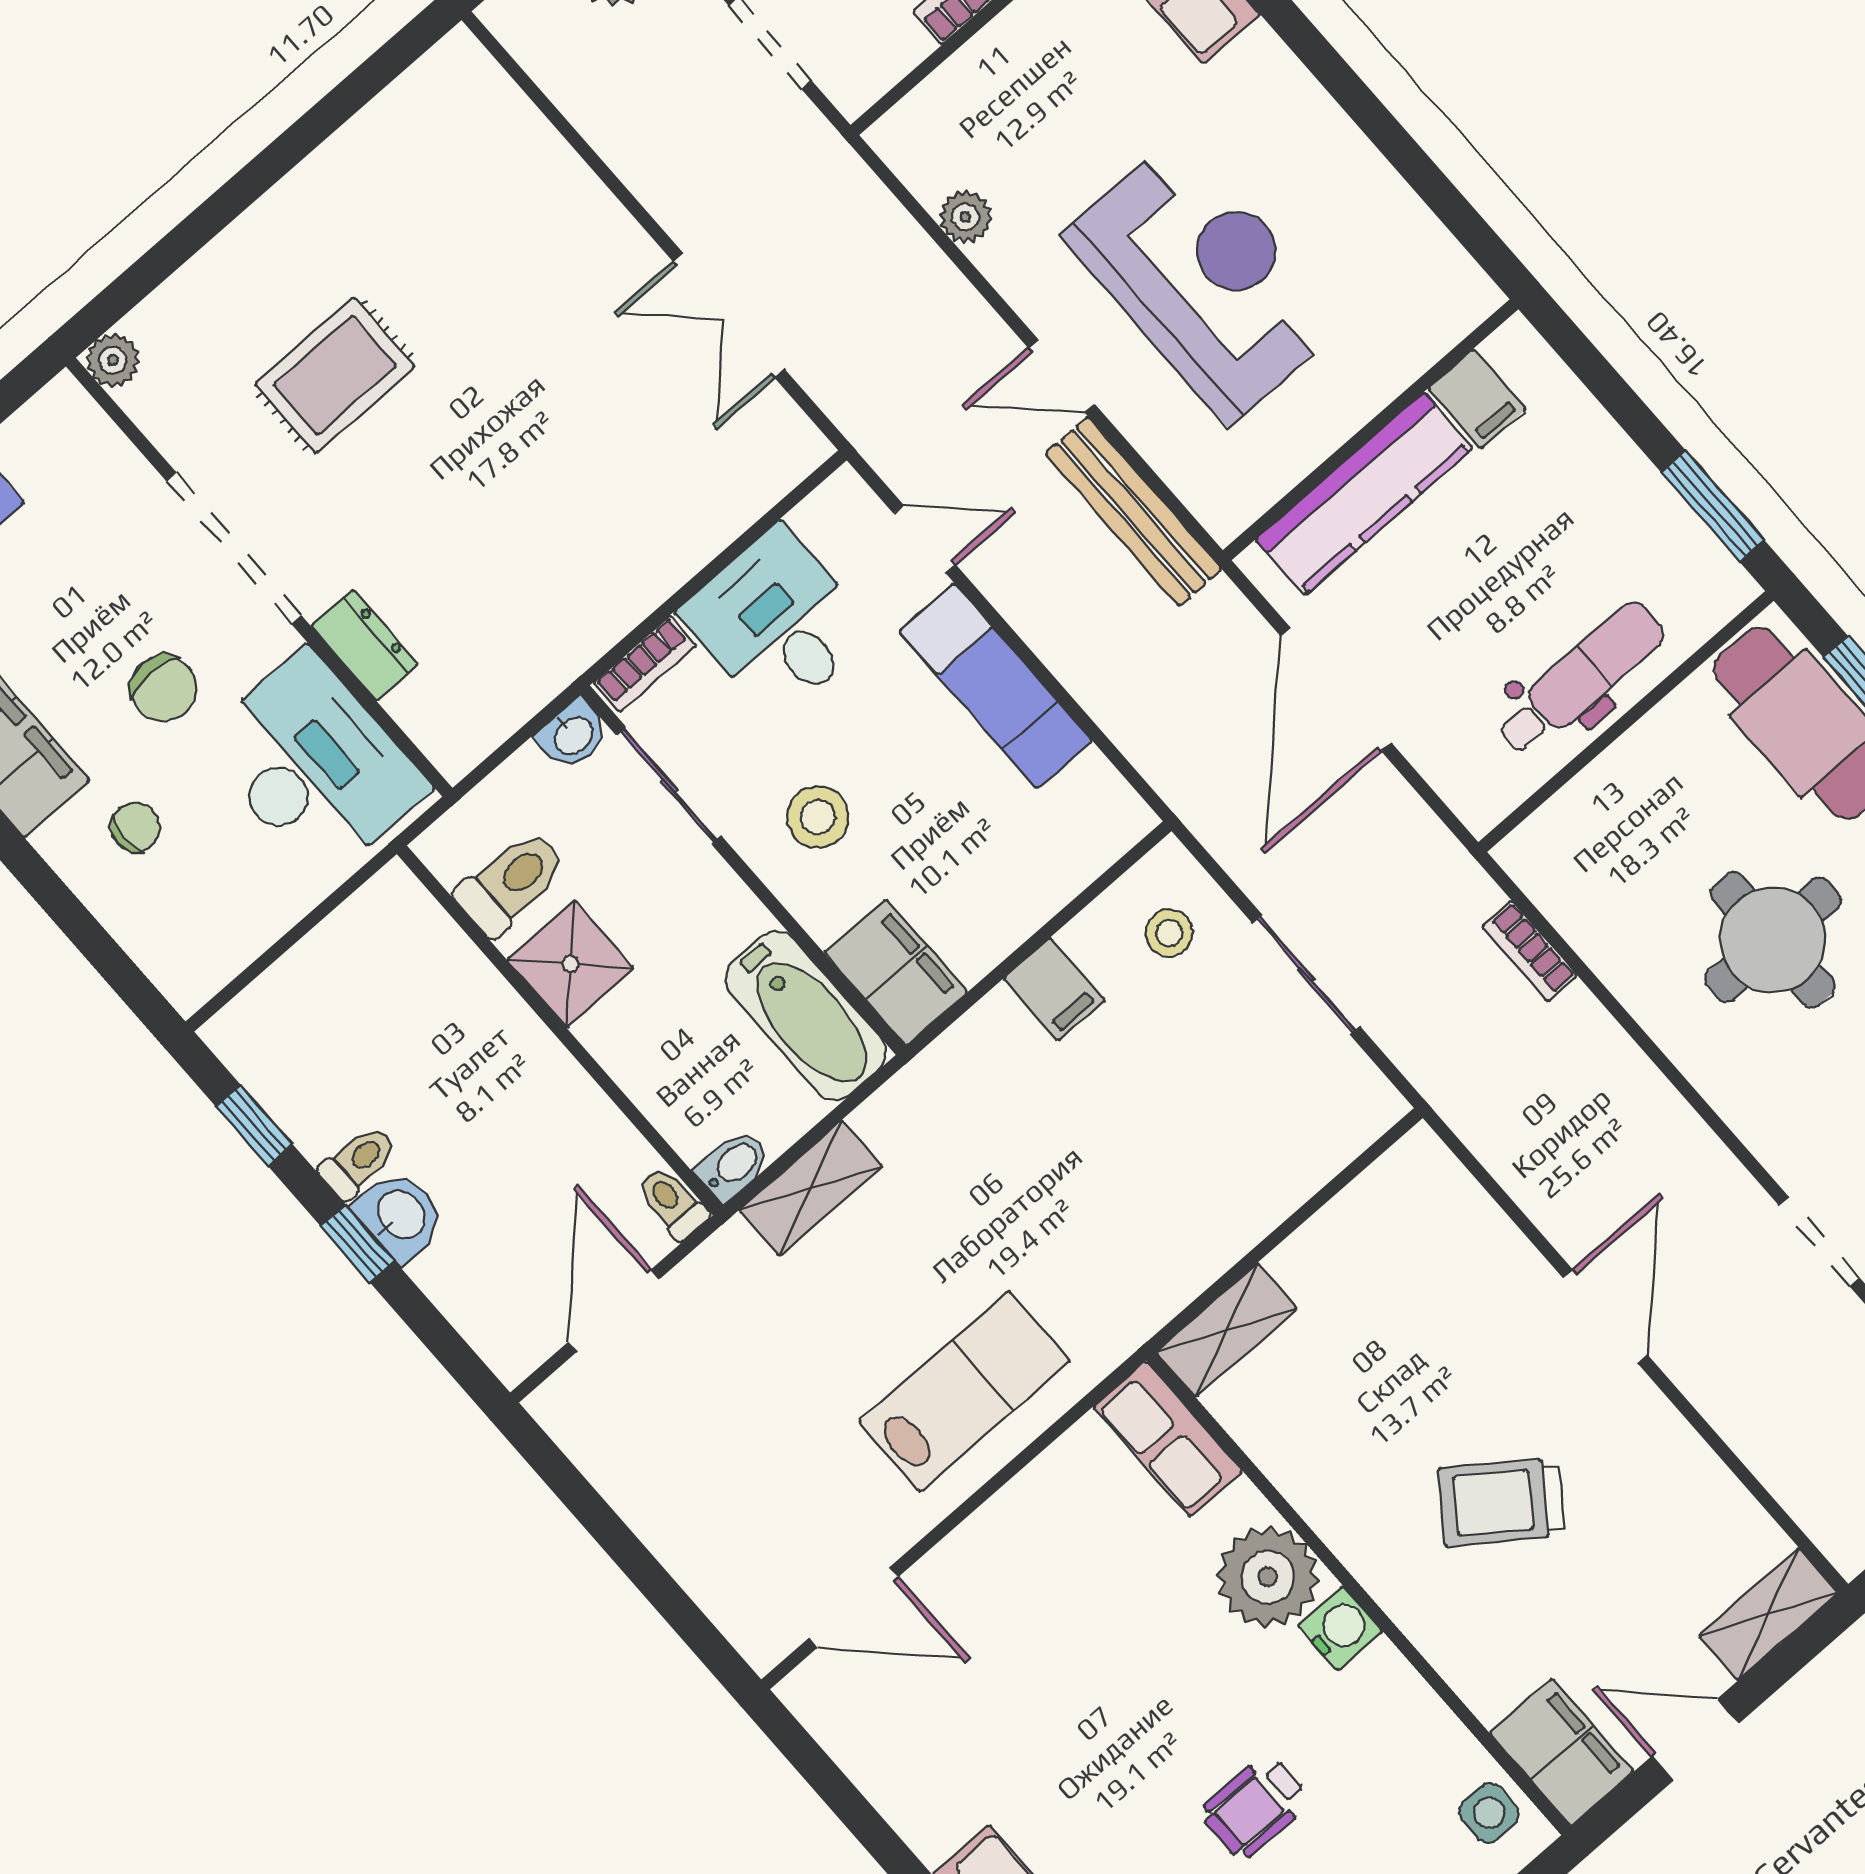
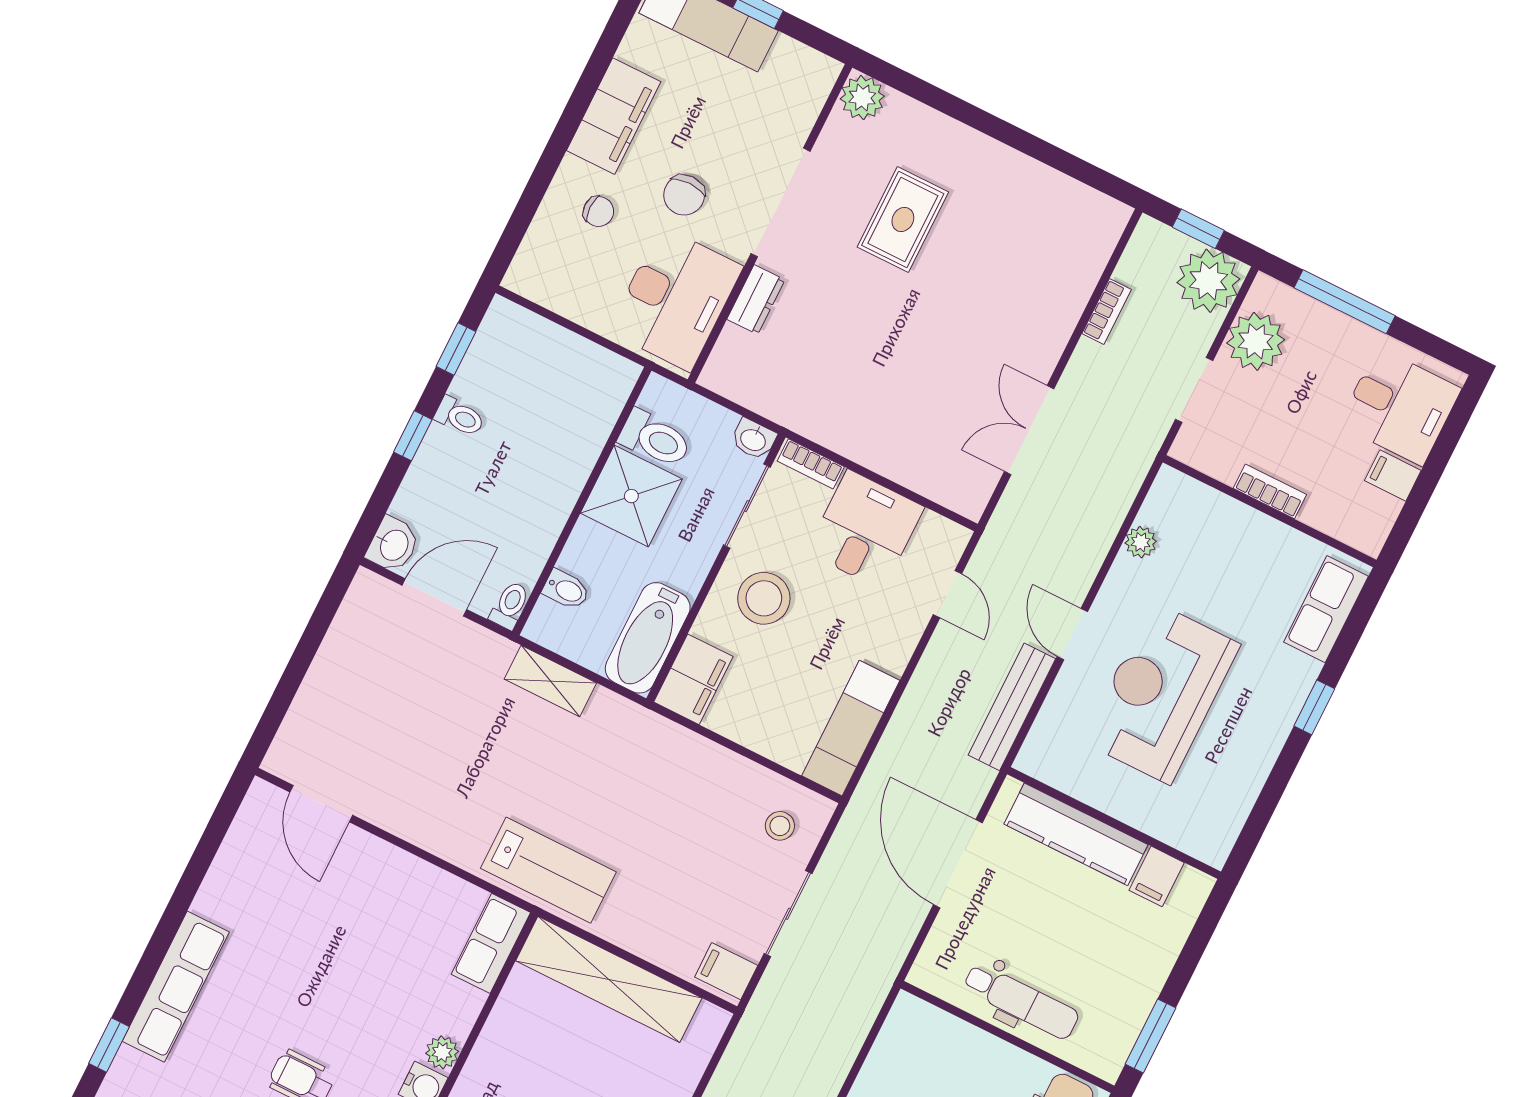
window: (1320, 58) -> (1314, 707), added
reception desk: (1205, 279) -> (1161, 693), turned 180
plant: (113, 360) -> (862, 98), width x1.38, depth x1.38
rug: (335, 375) -> (903, 219), turned 90
exam couch: (996, 686) -> (851, 728), moved
door: (1336, 689) -> (958, 864), hinge flipped
stool: (818, 817) -> (764, 598), width x1.38, depth x1.38
bookcase: (1530, 951) -> (1107, 312), moved, turned 180
shower: (570, 964) -> (631, 496), width x1.36, depth x1.36
filing cabinet: (1054, 989) -> (726, 971), moved, turned 90
bidet: (733, 1166) -> (566, 590), moved
washbasin: (400, 1216) -> (393, 545), moved
shelving: (1227, 1330) -> (609, 979), width x2.20, depth x1.33
lab bench: (964, 1391) -> (548, 870), moved
plant: (1268, 1577) -> (442, 1052), width x0.53, depth x0.53

